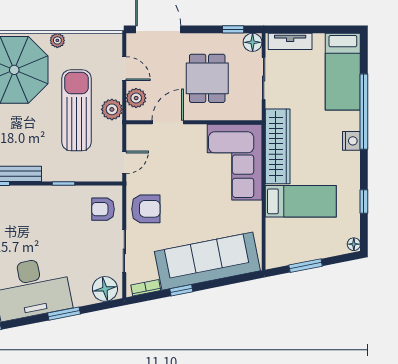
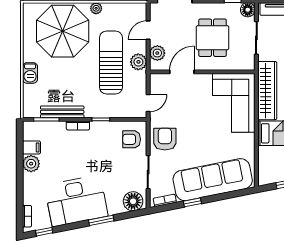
door: (124, 69) -> (148, 30), swing flipped
bookcase: (34, 191) -> (78, 125), added
armchair: (146, 209) -> (165, 139), turned -90

